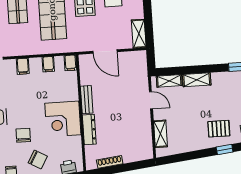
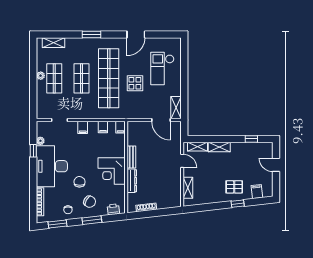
door: (105, 51) -> (161, 120), moved

